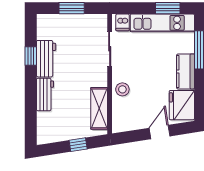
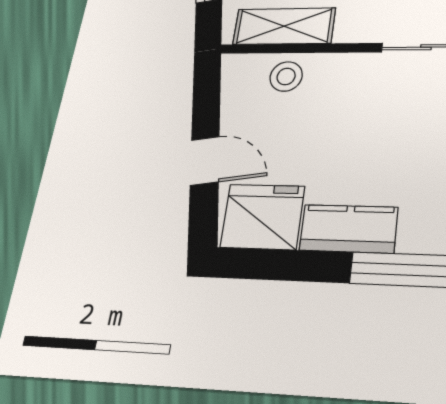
stool: (122, 89) -> (286, 76), moved

